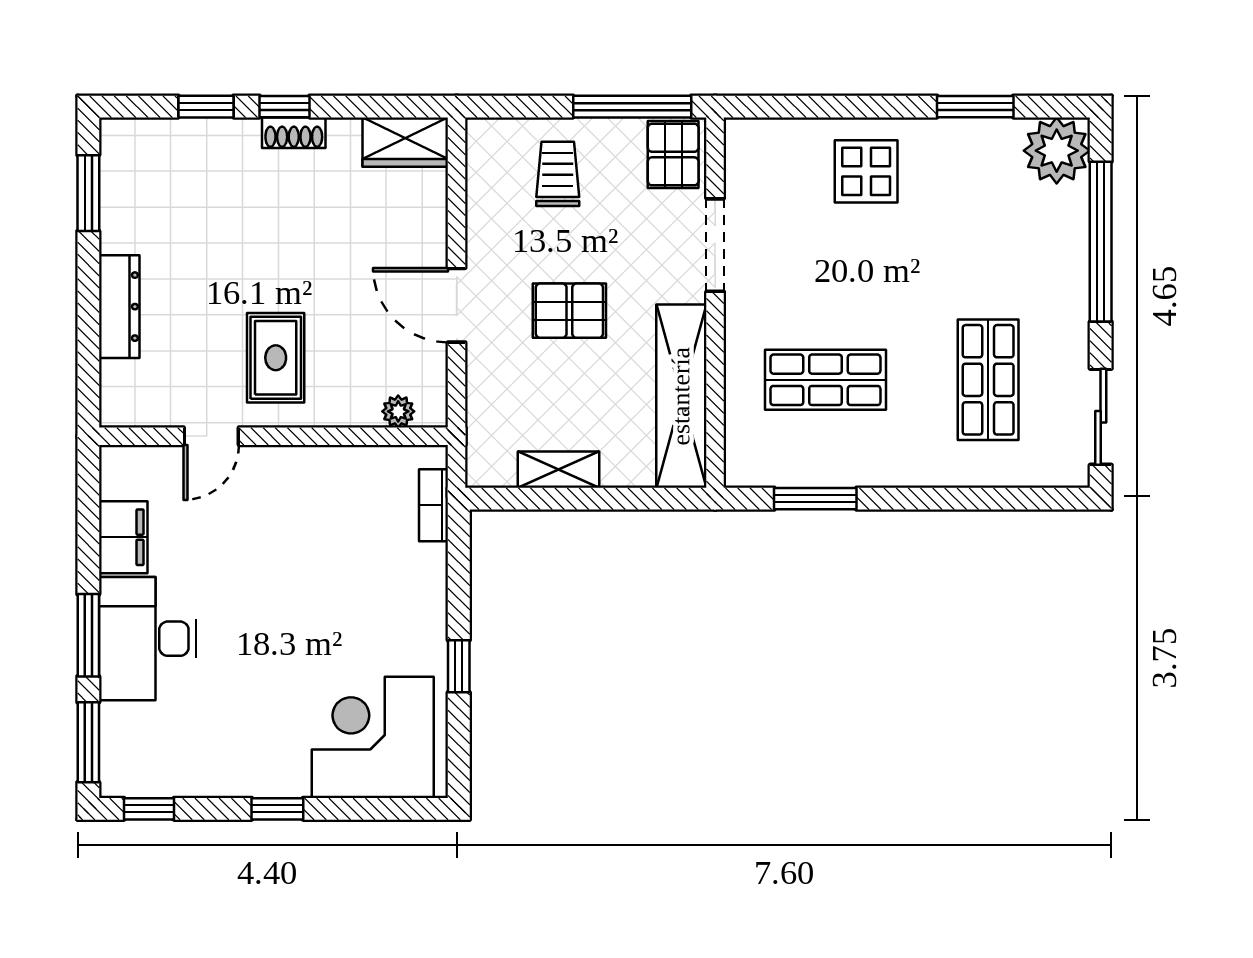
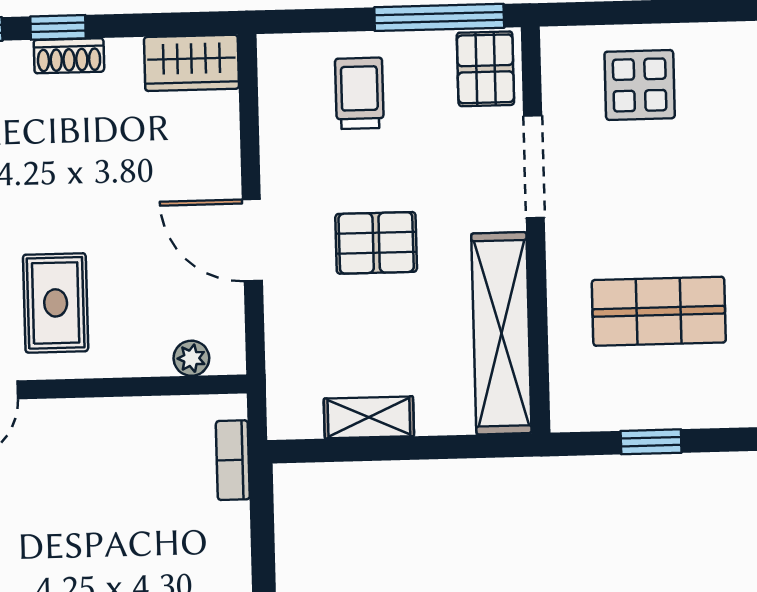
display table: (866, 171) -> (640, 85), moved
window: (815, 499) -> (651, 442), width x0.67

